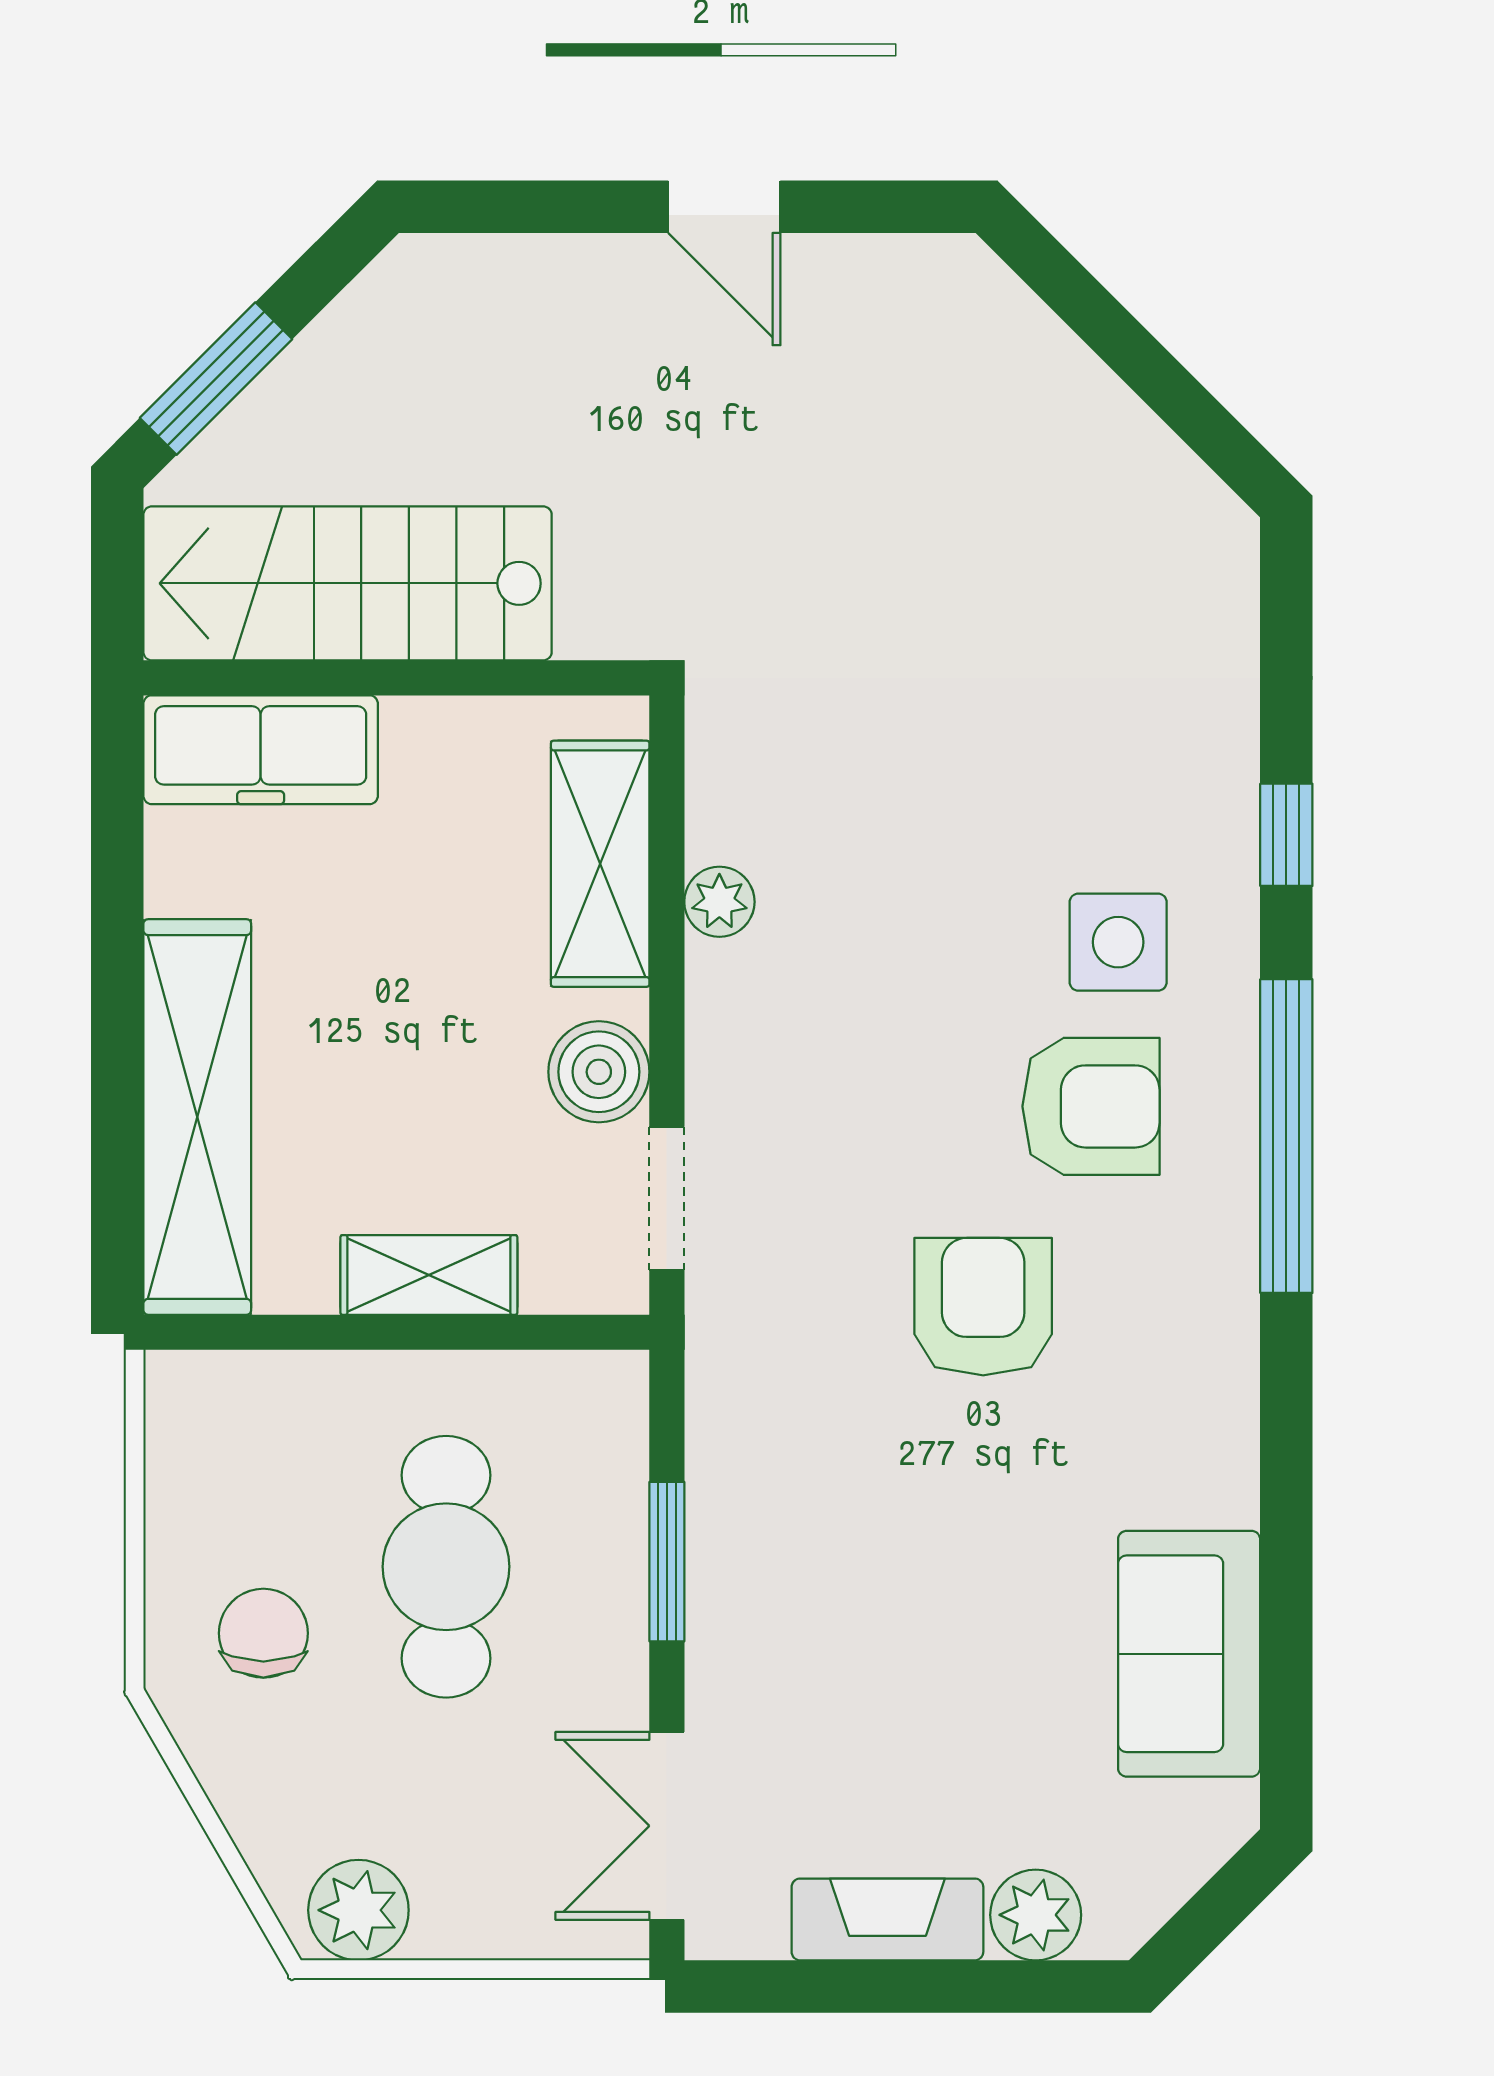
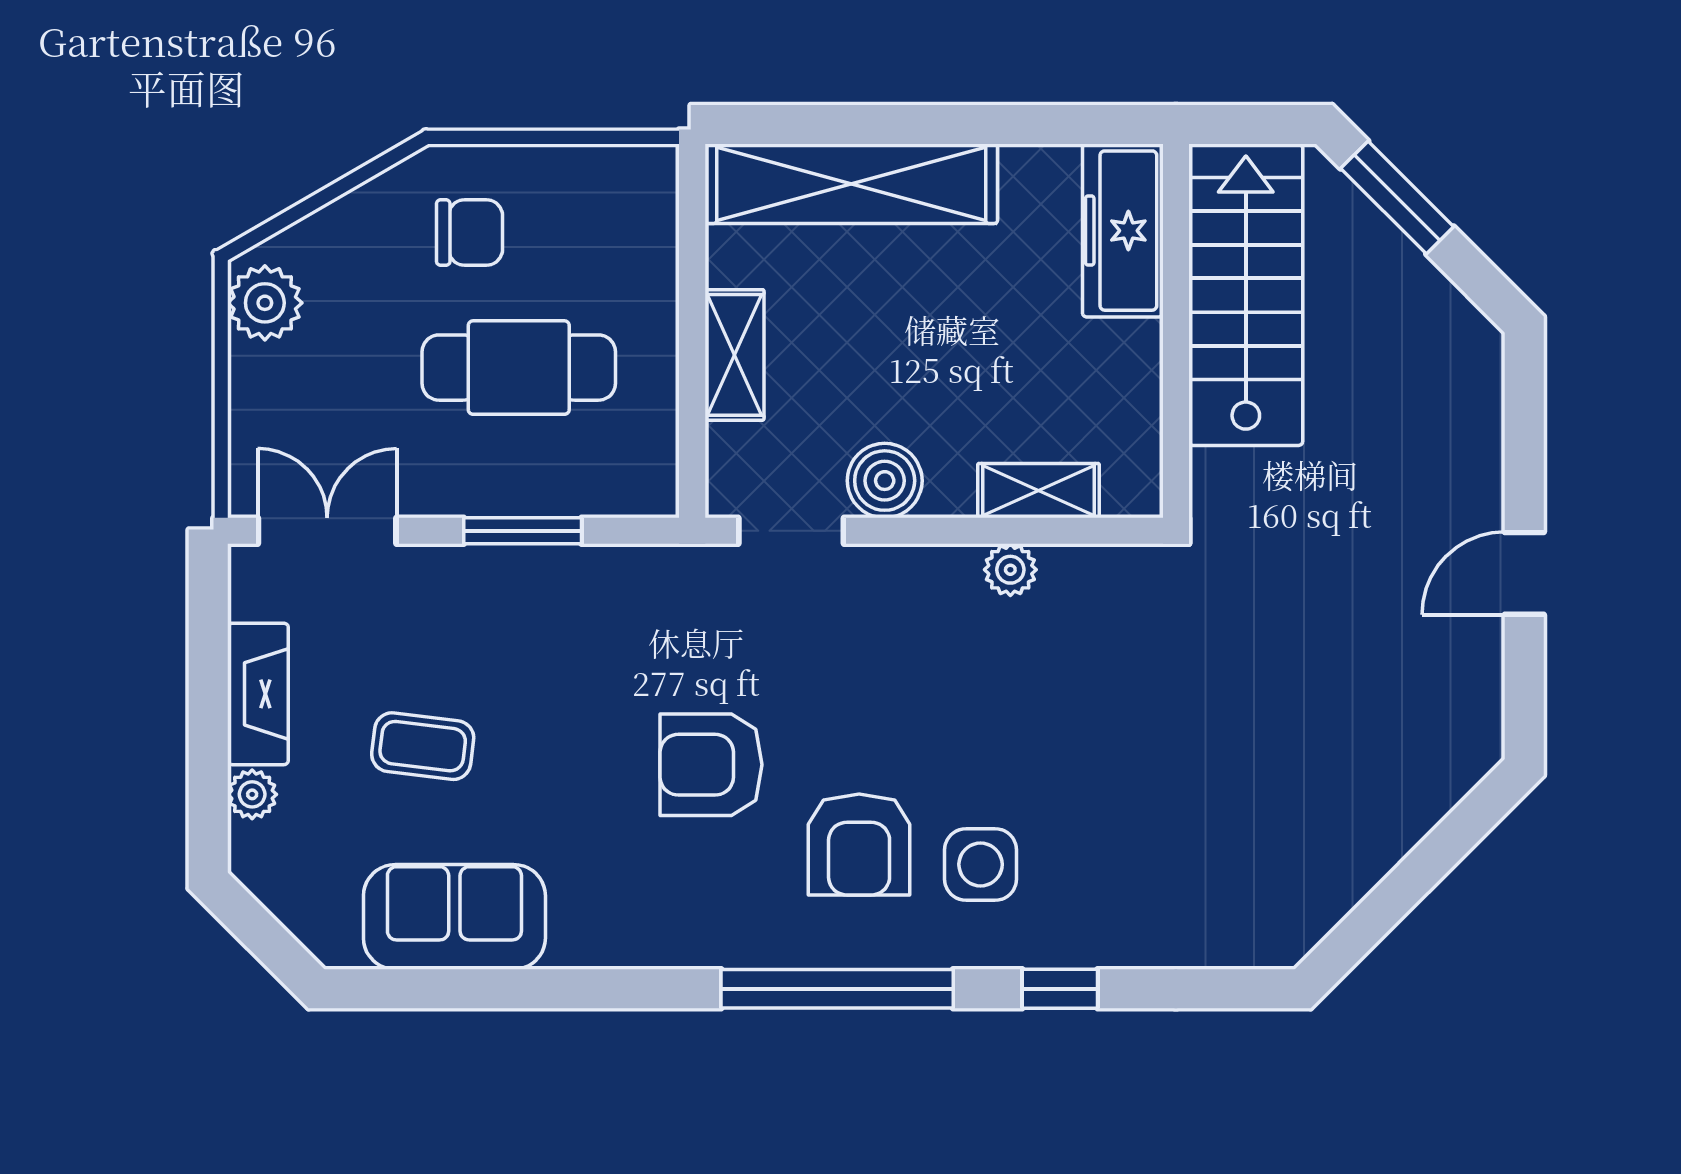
shelving: (600, 864) -> (1038, 491), width x0.67, depth x0.75
armchair: (983, 1307) -> (711, 765), turned 180
coffee table: (958, 1697) -> (423, 746), added
plant: (1036, 1915) -> (252, 794), width x0.73, depth x0.73

